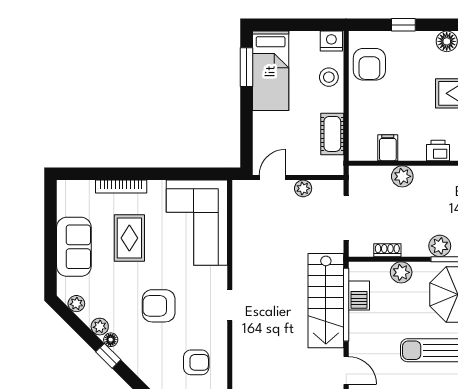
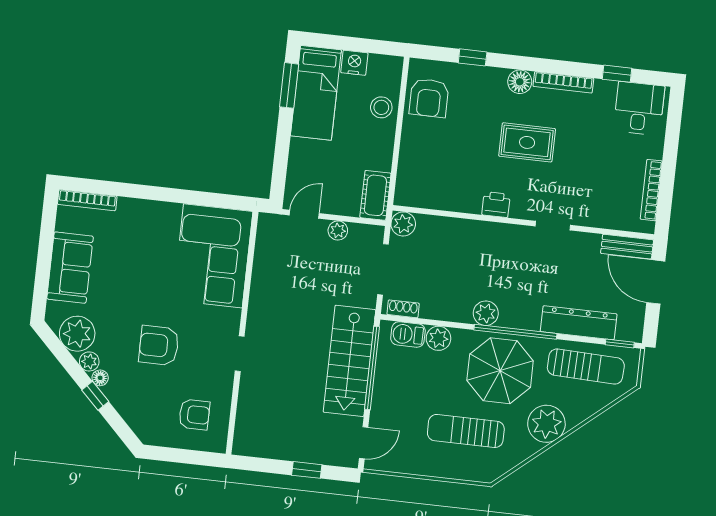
nightstand: (331, 41) -> (354, 63), moved
cot: (332, 134) -> (375, 195), moved
filing cabinet: (388, 148) -> (439, 195), removed
plant: (402, 176) -> (403, 224), moved
bookcase: (121, 187) -> (87, 200), moved
rug: (129, 238) -> (134, 265), removed
shoe rack: (387, 250) -> (403, 309), moved
barbecue: (359, 296) -> (408, 334), moved, turned 90
plant: (76, 304) -> (77, 334), width x1.88, depth x1.88
door: (346, 370) -> (364, 443), hinge flipped

